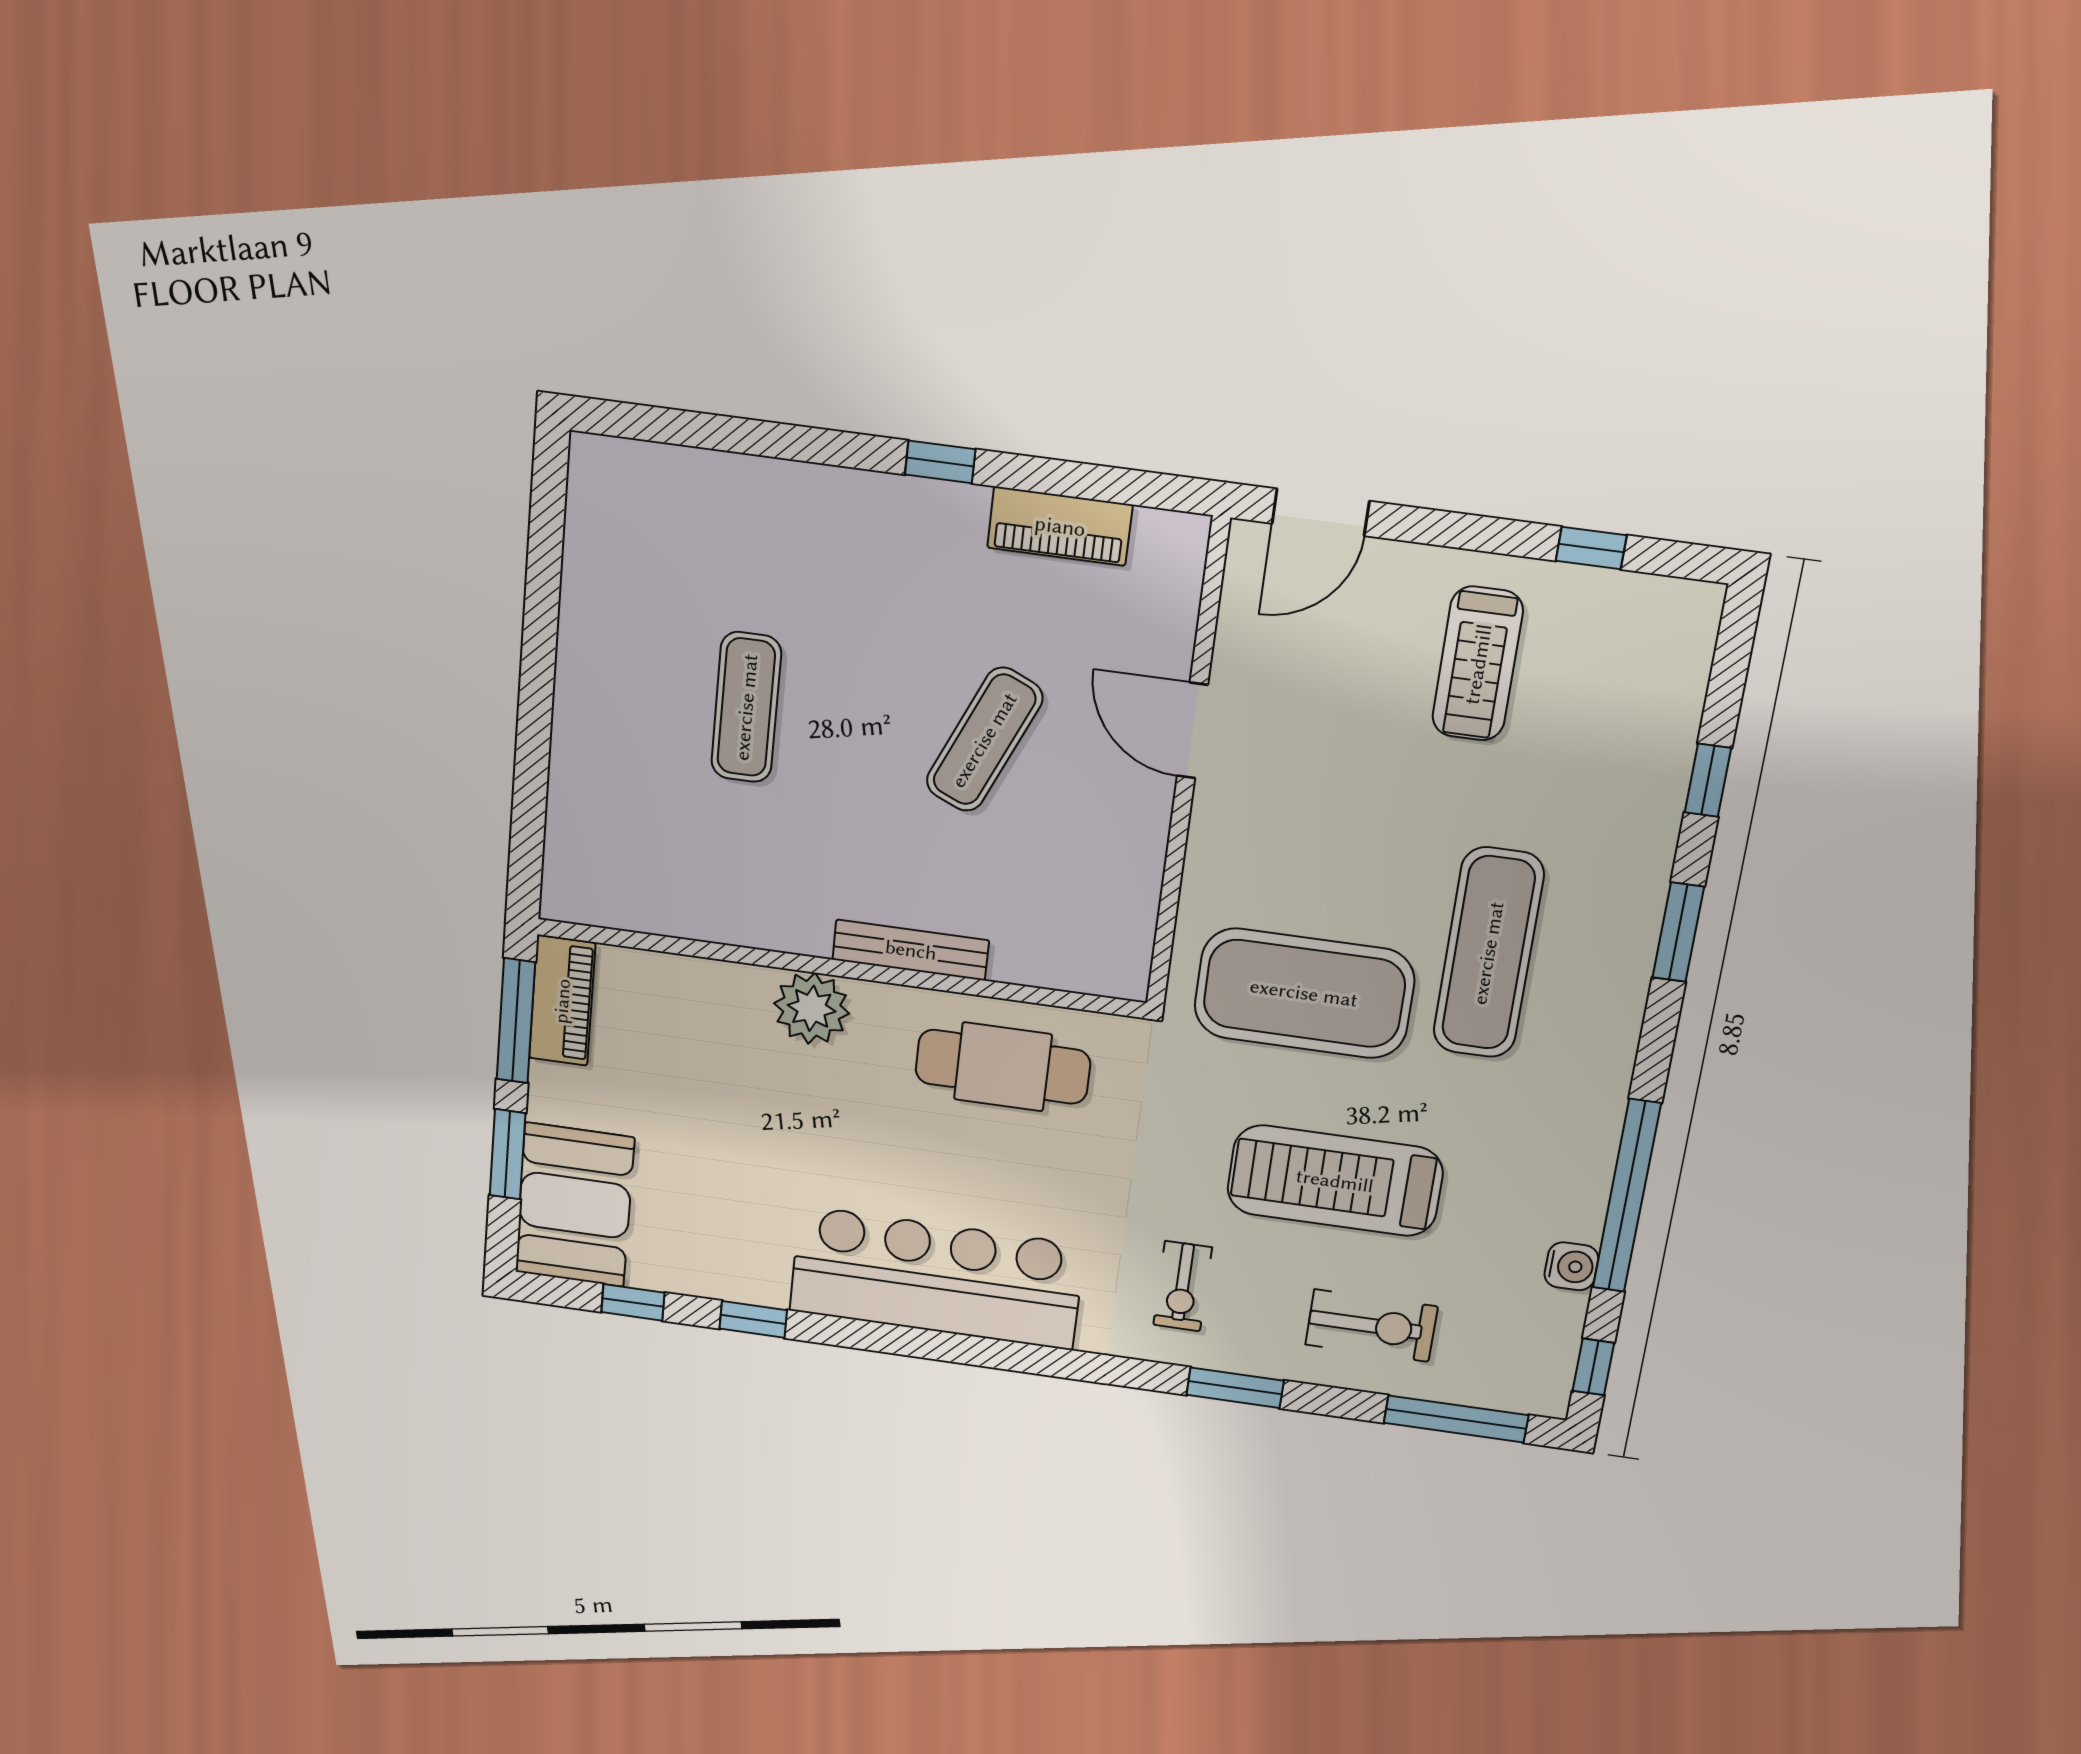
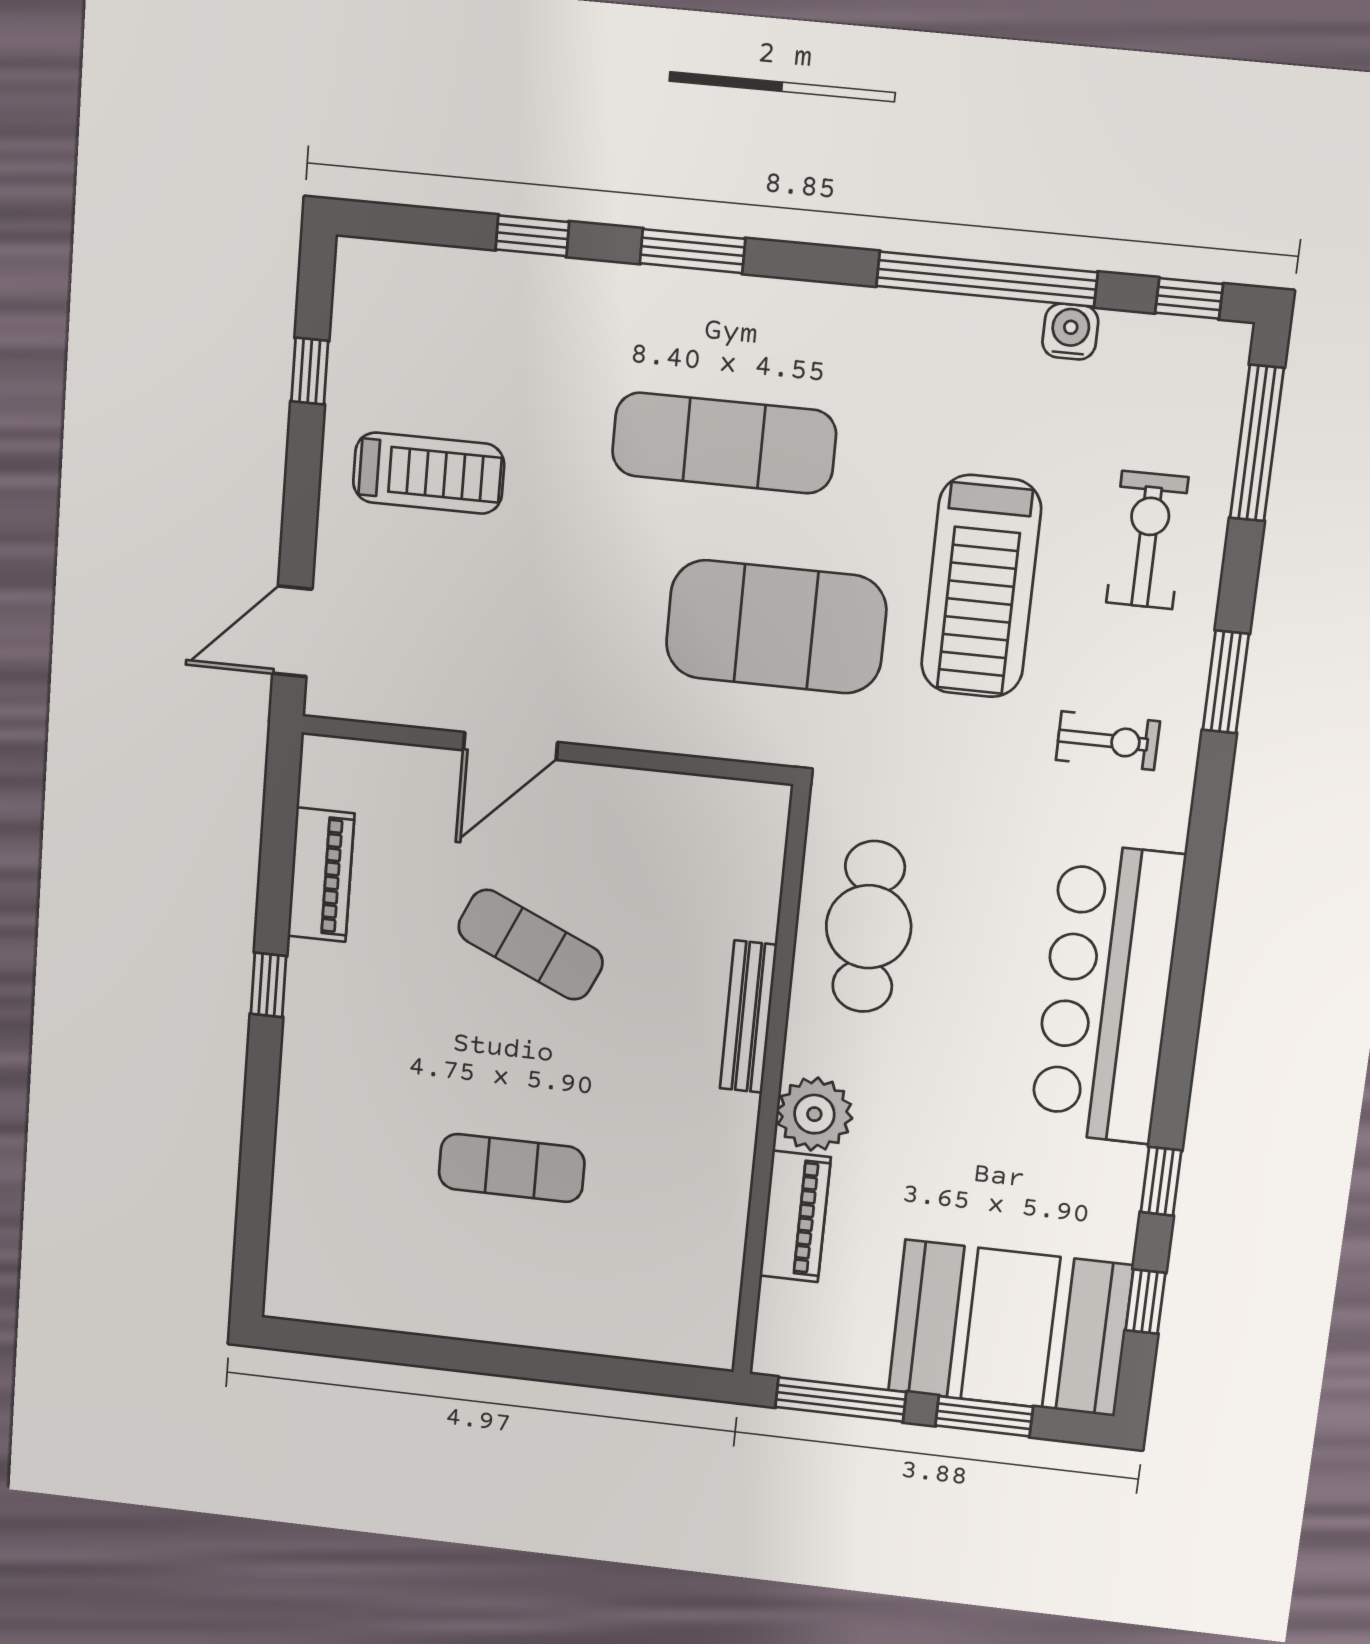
door: (1321, 512) -> (292, 631), swing flipped
exercise mat: (1304, 993) -> (776, 627), turned 90
piano: (562, 1001) -> (795, 1217), moved, turned 90
booth: (575, 1205) -> (1010, 1328), width x1.36, depth x1.42

